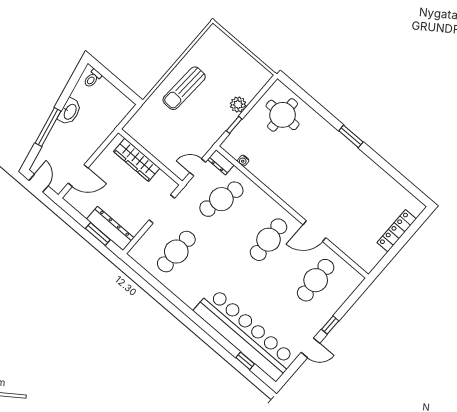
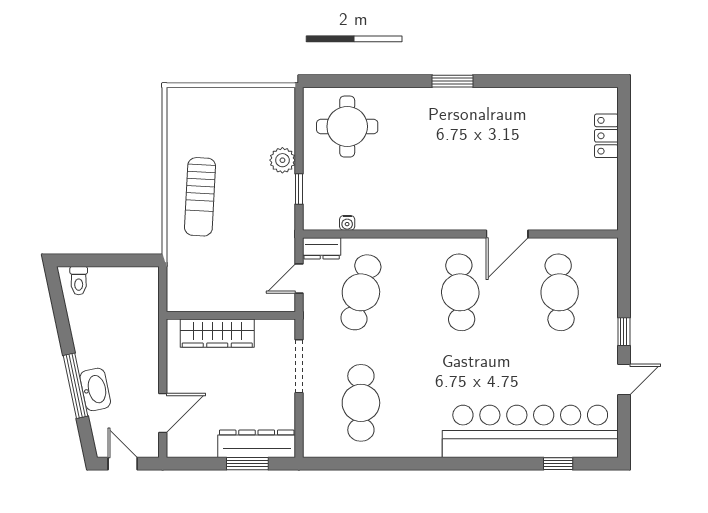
washbasin: (70, 112) -> (95, 389), moved
locker: (397, 231) -> (606, 136), width x0.66

